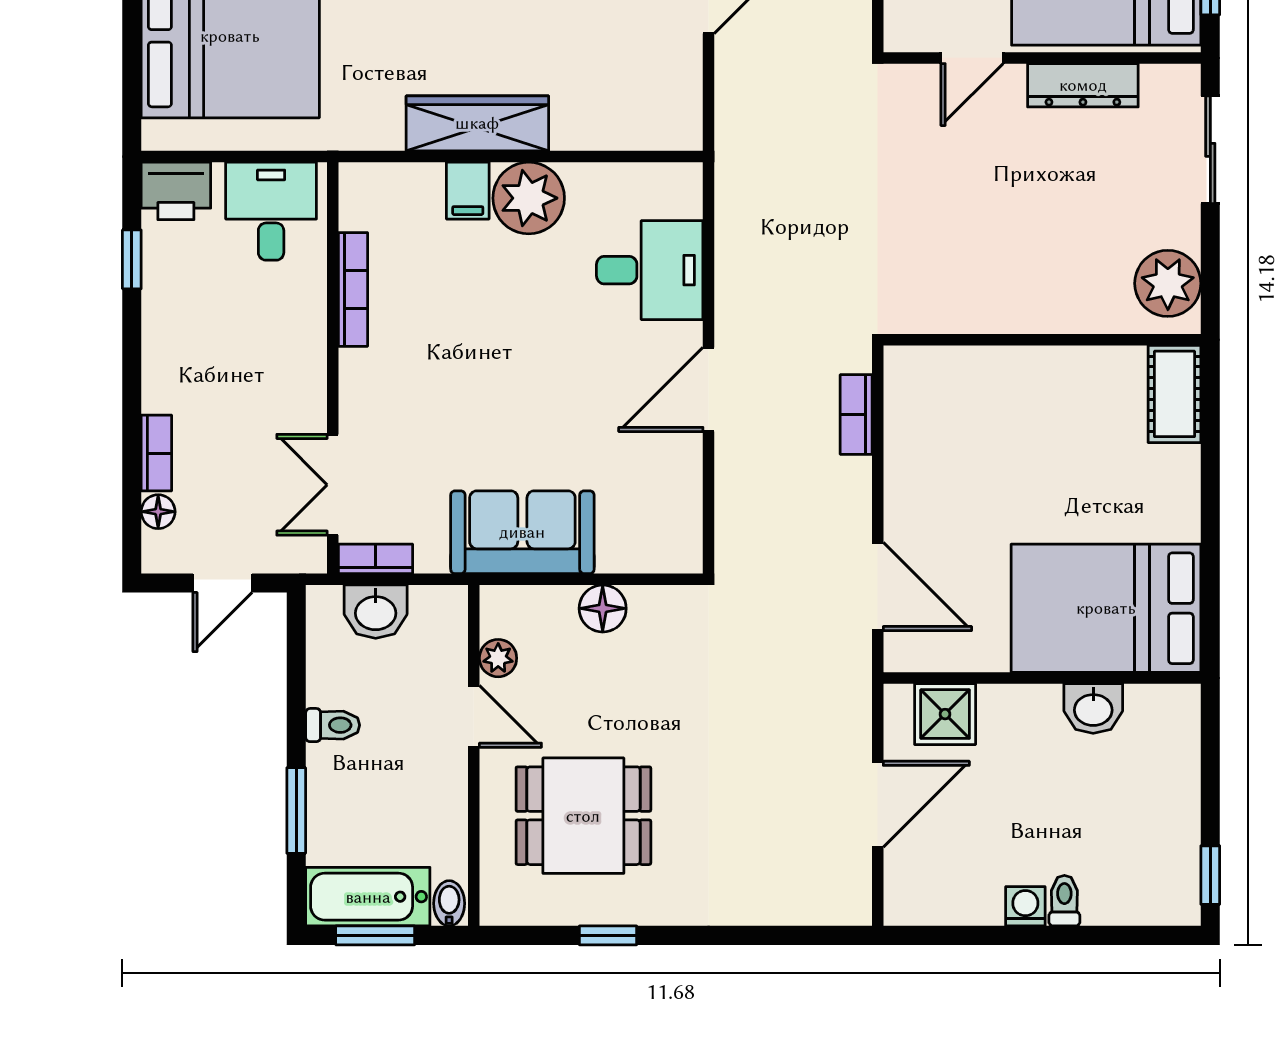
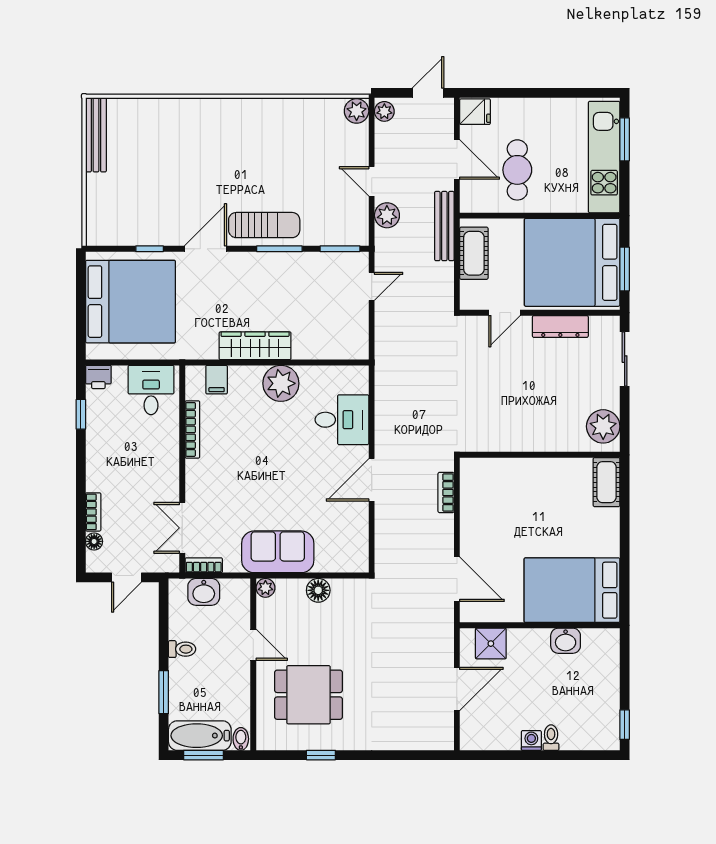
printer: (176, 191) -> (98, 377), width x0.73, depth x0.81
filing cabinet: (468, 191) -> (217, 380), moved
plant: (498, 658) -> (265, 588), moved

